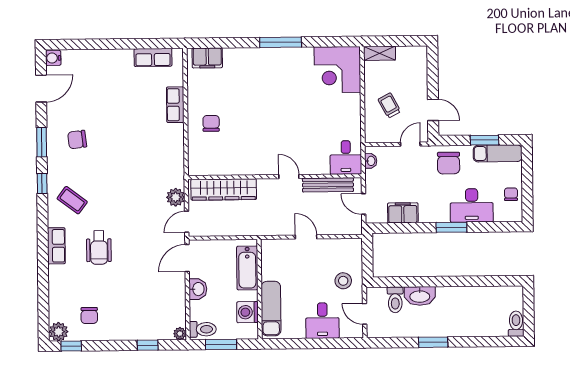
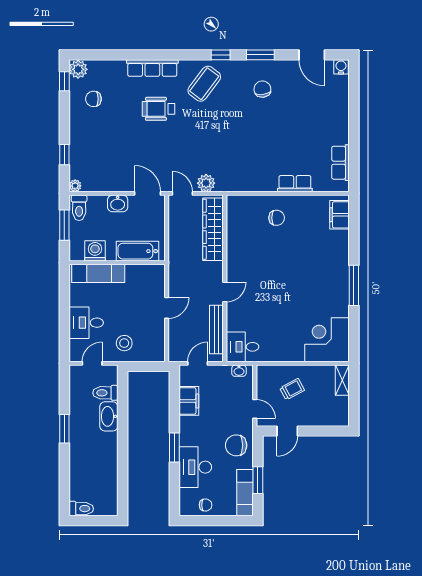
coffee table: (72, 200) -> (204, 84), width x1.36, depth x1.30
row of seats: (56, 246) -> (152, 68), width x1.48

